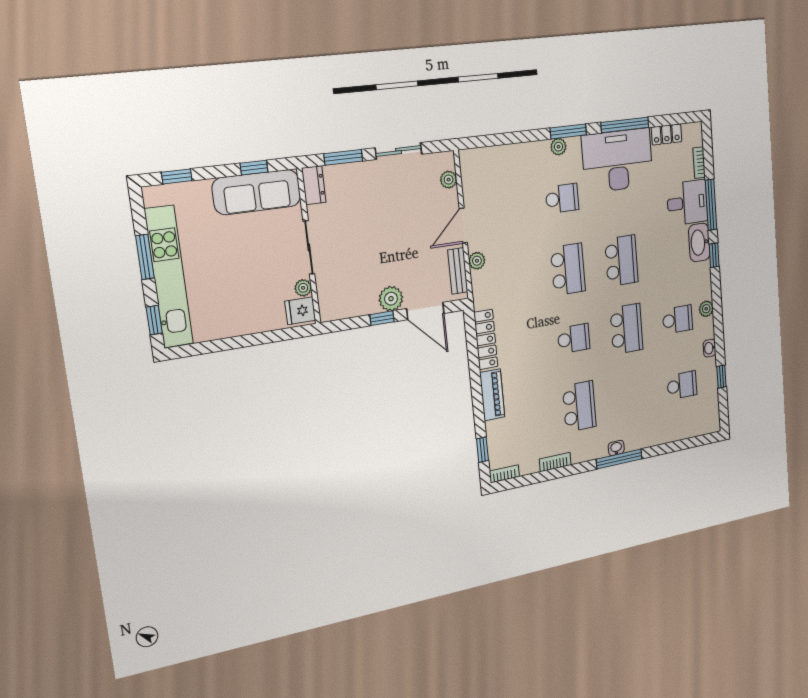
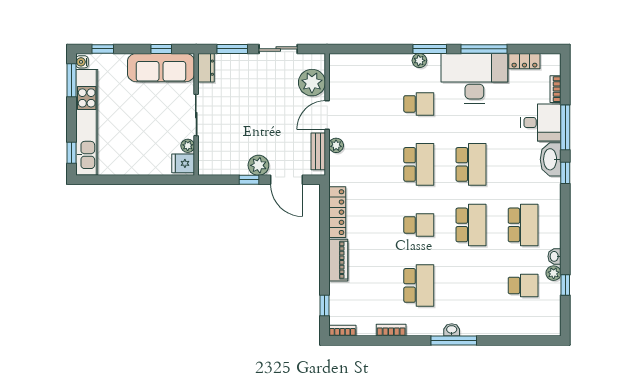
plant: (449, 180) -> (312, 83), width x1.88, depth x1.88
water cooler: (151, 197) -> (82, 62), added
window: (145, 257) -> (71, 80), moved
plant: (706, 309) -> (554, 273), moved
school desk: (678, 320) -> (523, 225), width x1.85

